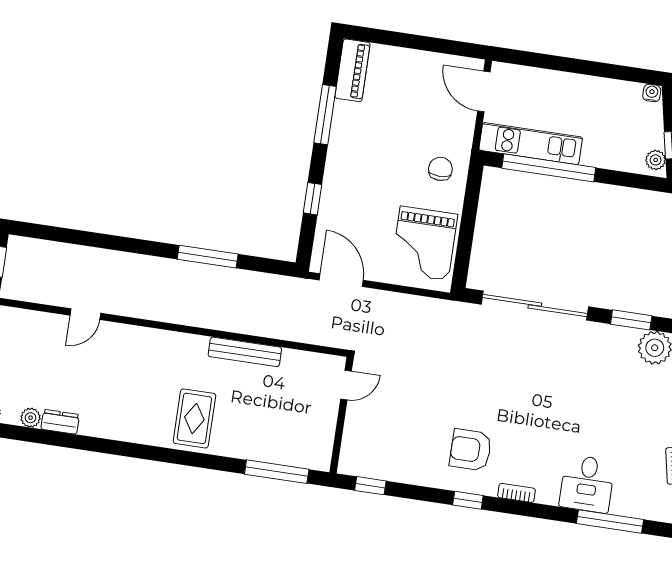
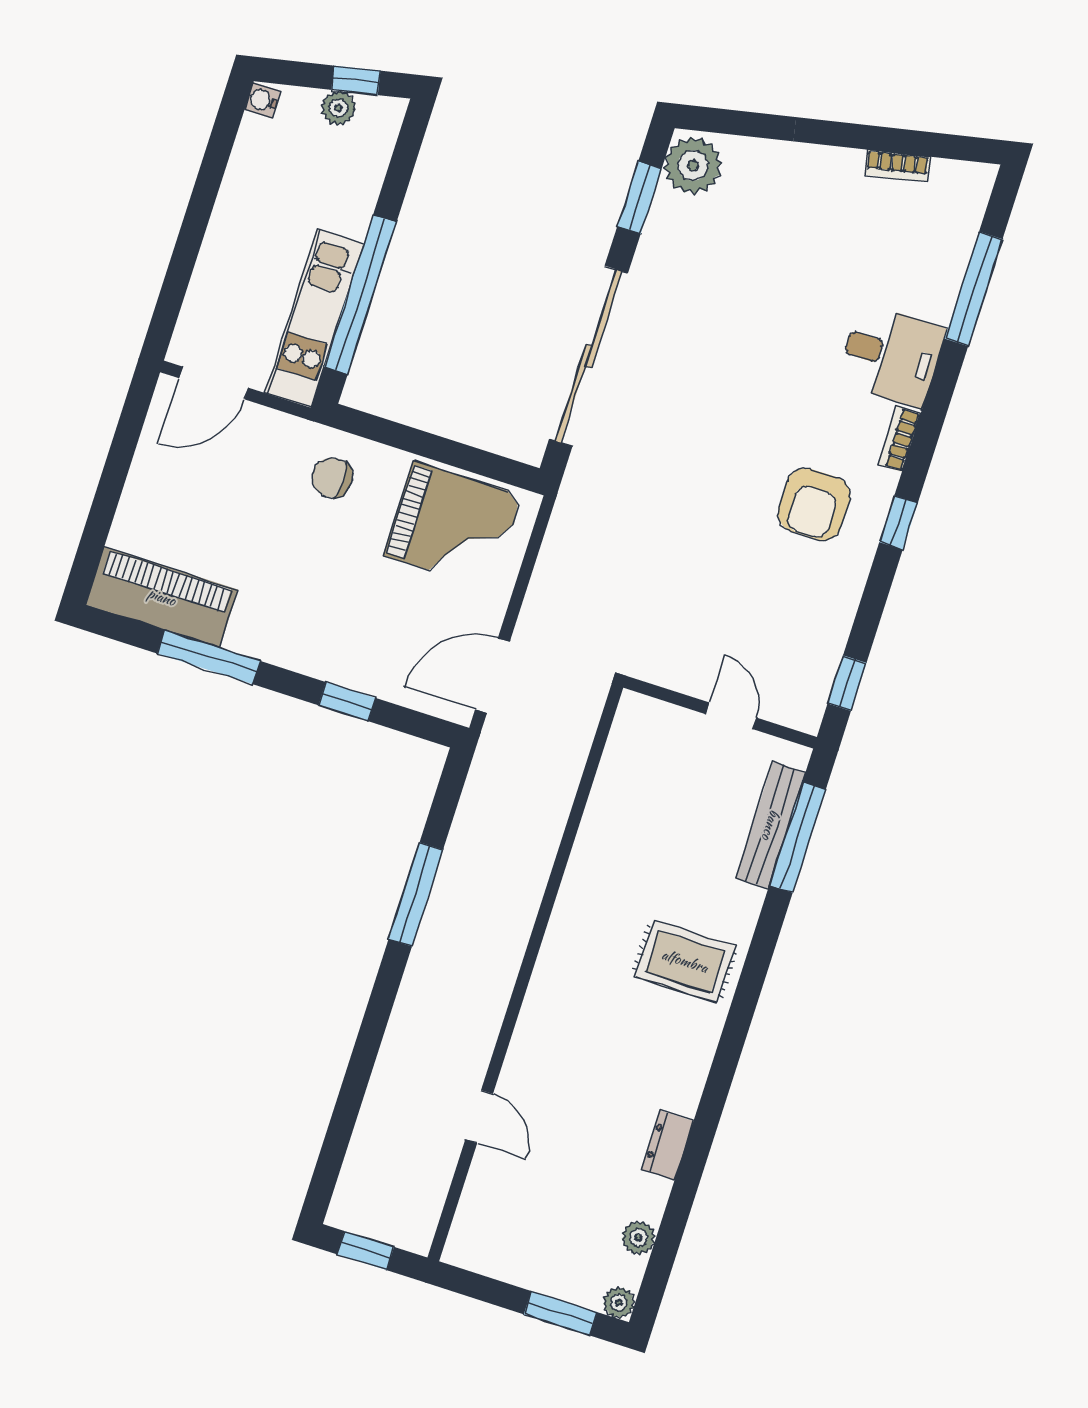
piano: (353, 70) -> (162, 597), width x1.37, depth x1.33
plant: (656, 160) -> (338, 108), moved
bench: (245, 352) -> (771, 825), moved
door: (346, 385) -> (731, 716), moved
dresser: (60, 422) -> (668, 1145), moved
desk: (587, 484) -> (891, 355), moved

